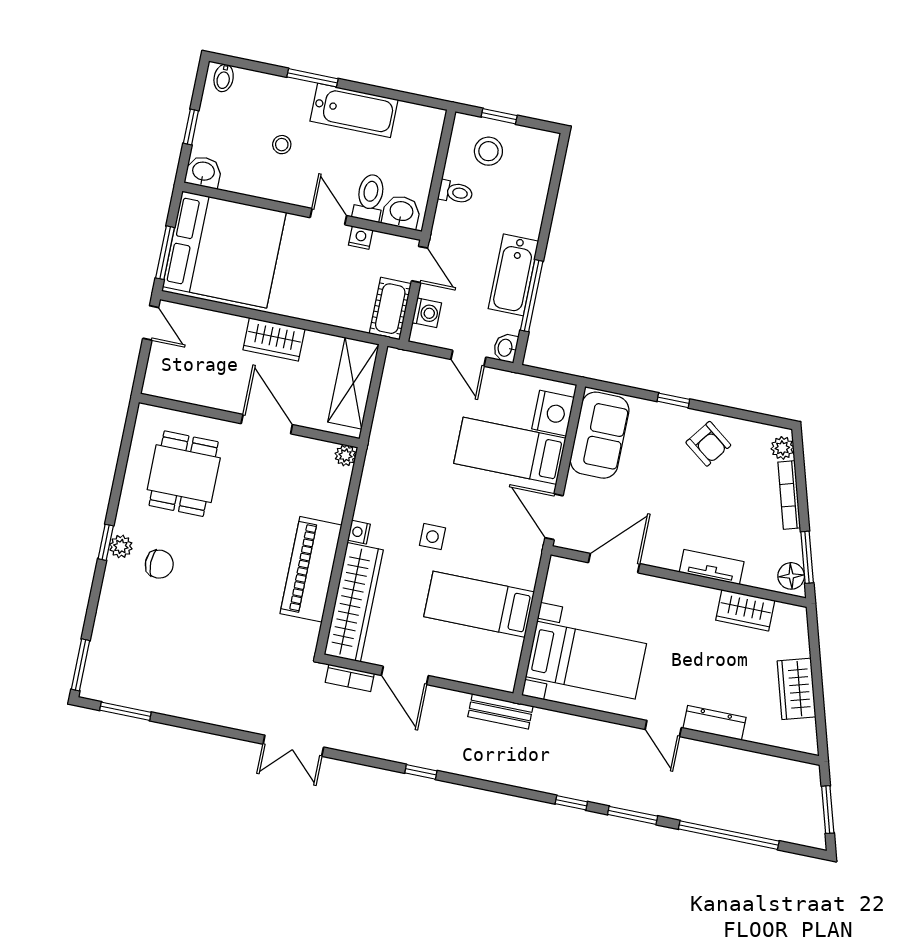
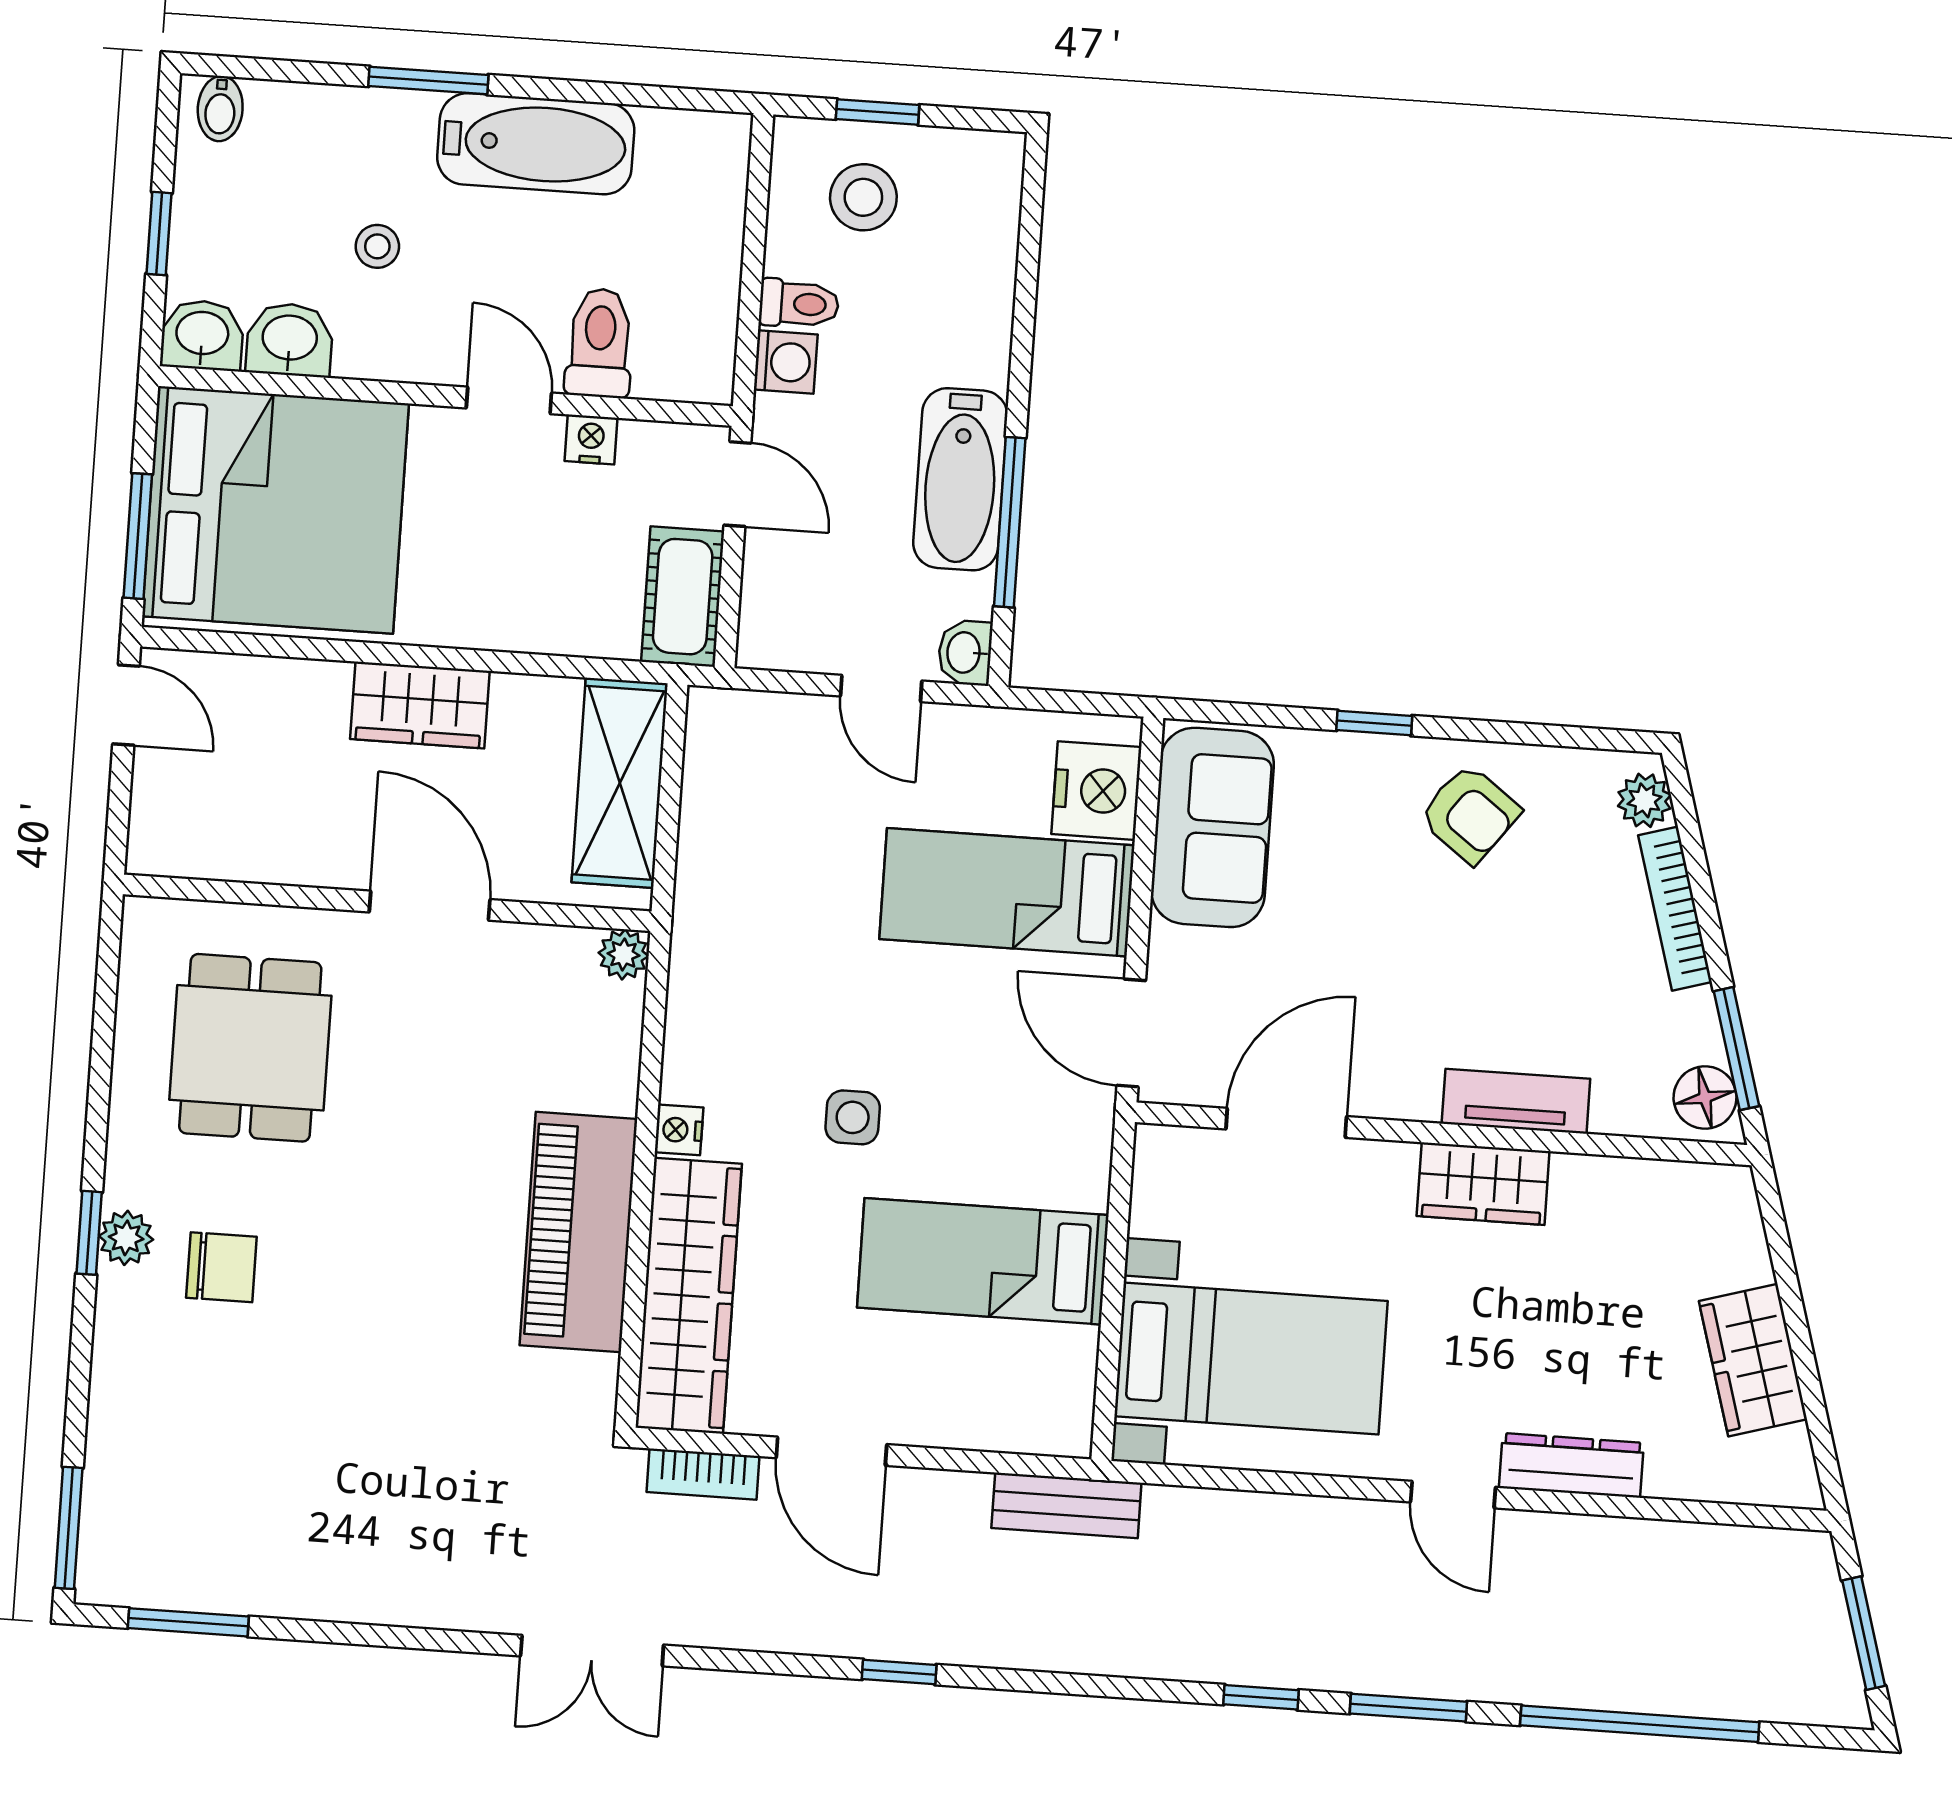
washbasin: (401, 212) -> (290, 340), moved
washing machine: (427, 313) -> (786, 362), moved
wardrobe: (745, 610) -> (1483, 1184), moved

